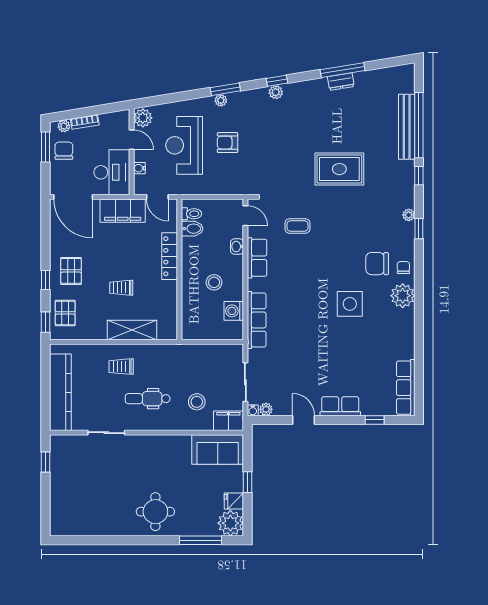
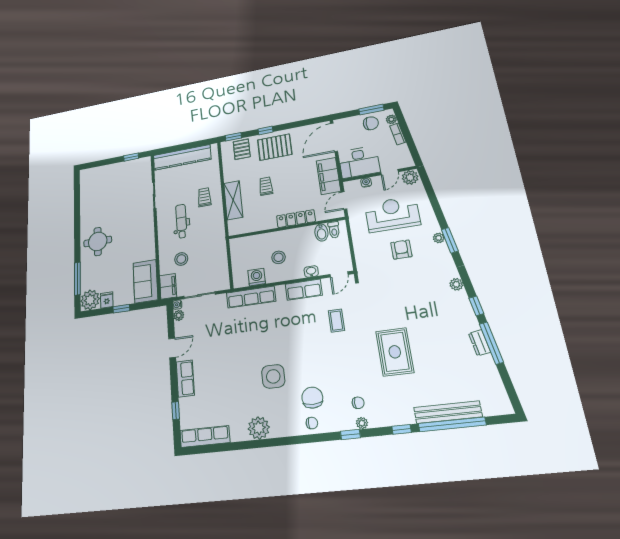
window: (277, 81) -> (476, 306), moved
chair: (388, 216) -> (358, 403), added
pallet: (71, 271) -> (275, 147), width x1.50, depth x1.42
plant: (403, 296) -> (259, 428), moved
pallet: (65, 313) -> (242, 149), turned 90

